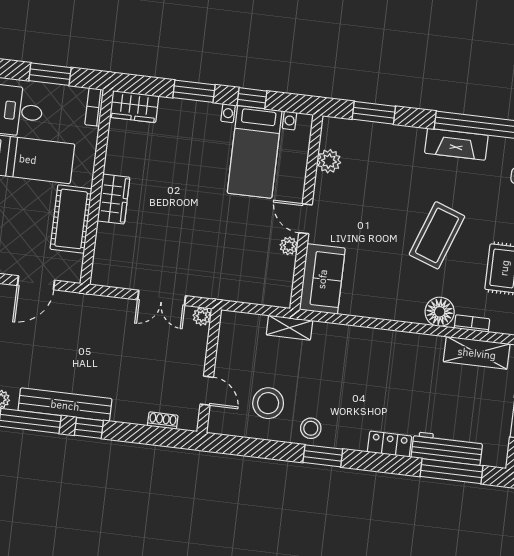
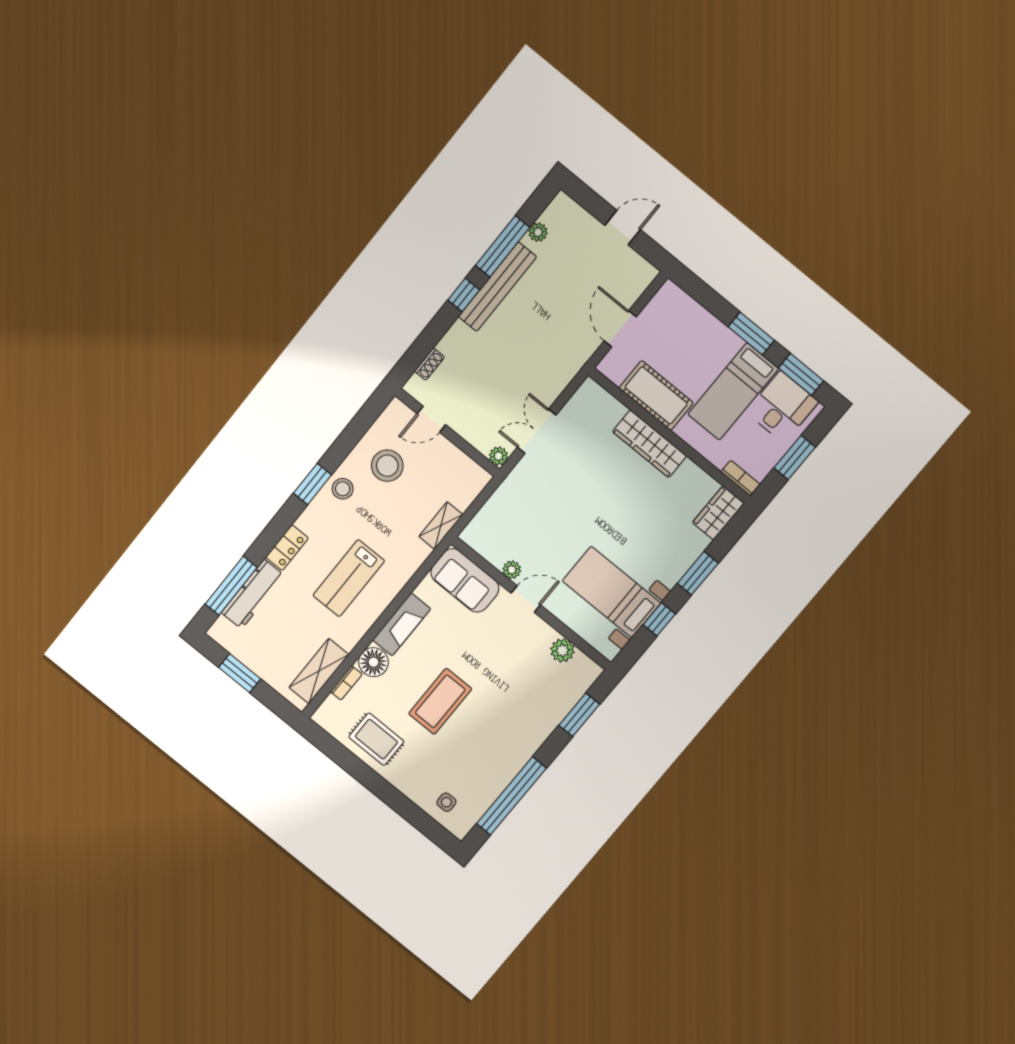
fireplace: (456, 144) -> (402, 624), moved, turned 180
wardrobe: (114, 199) -> (650, 444), width x1.50
coffee table: (437, 235) -> (440, 701), turned 70
lab bench: (382, 377) -> (349, 578), added

